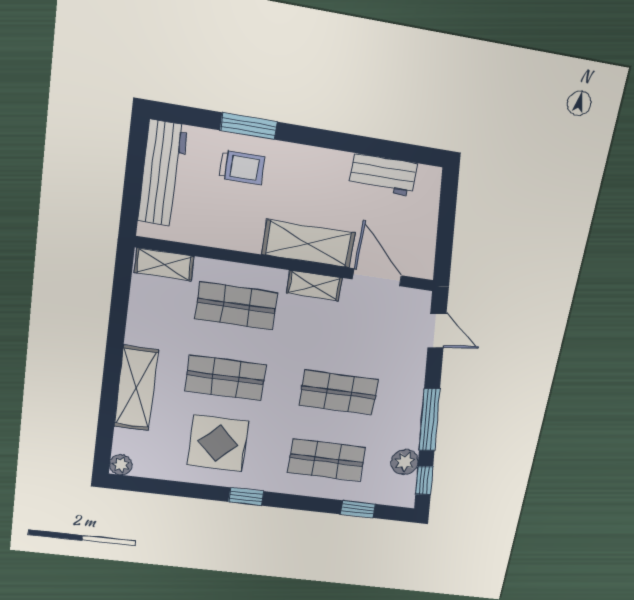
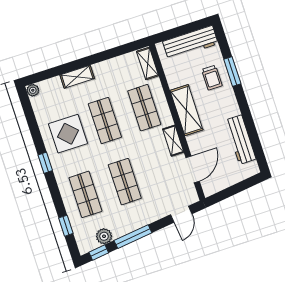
workbench: (383, 175) -> (241, 140), width x1.38
shelving: (308, 244) -> (186, 110), moved
shelving: (136, 388) -> (77, 77), width x0.67, depth x0.75

